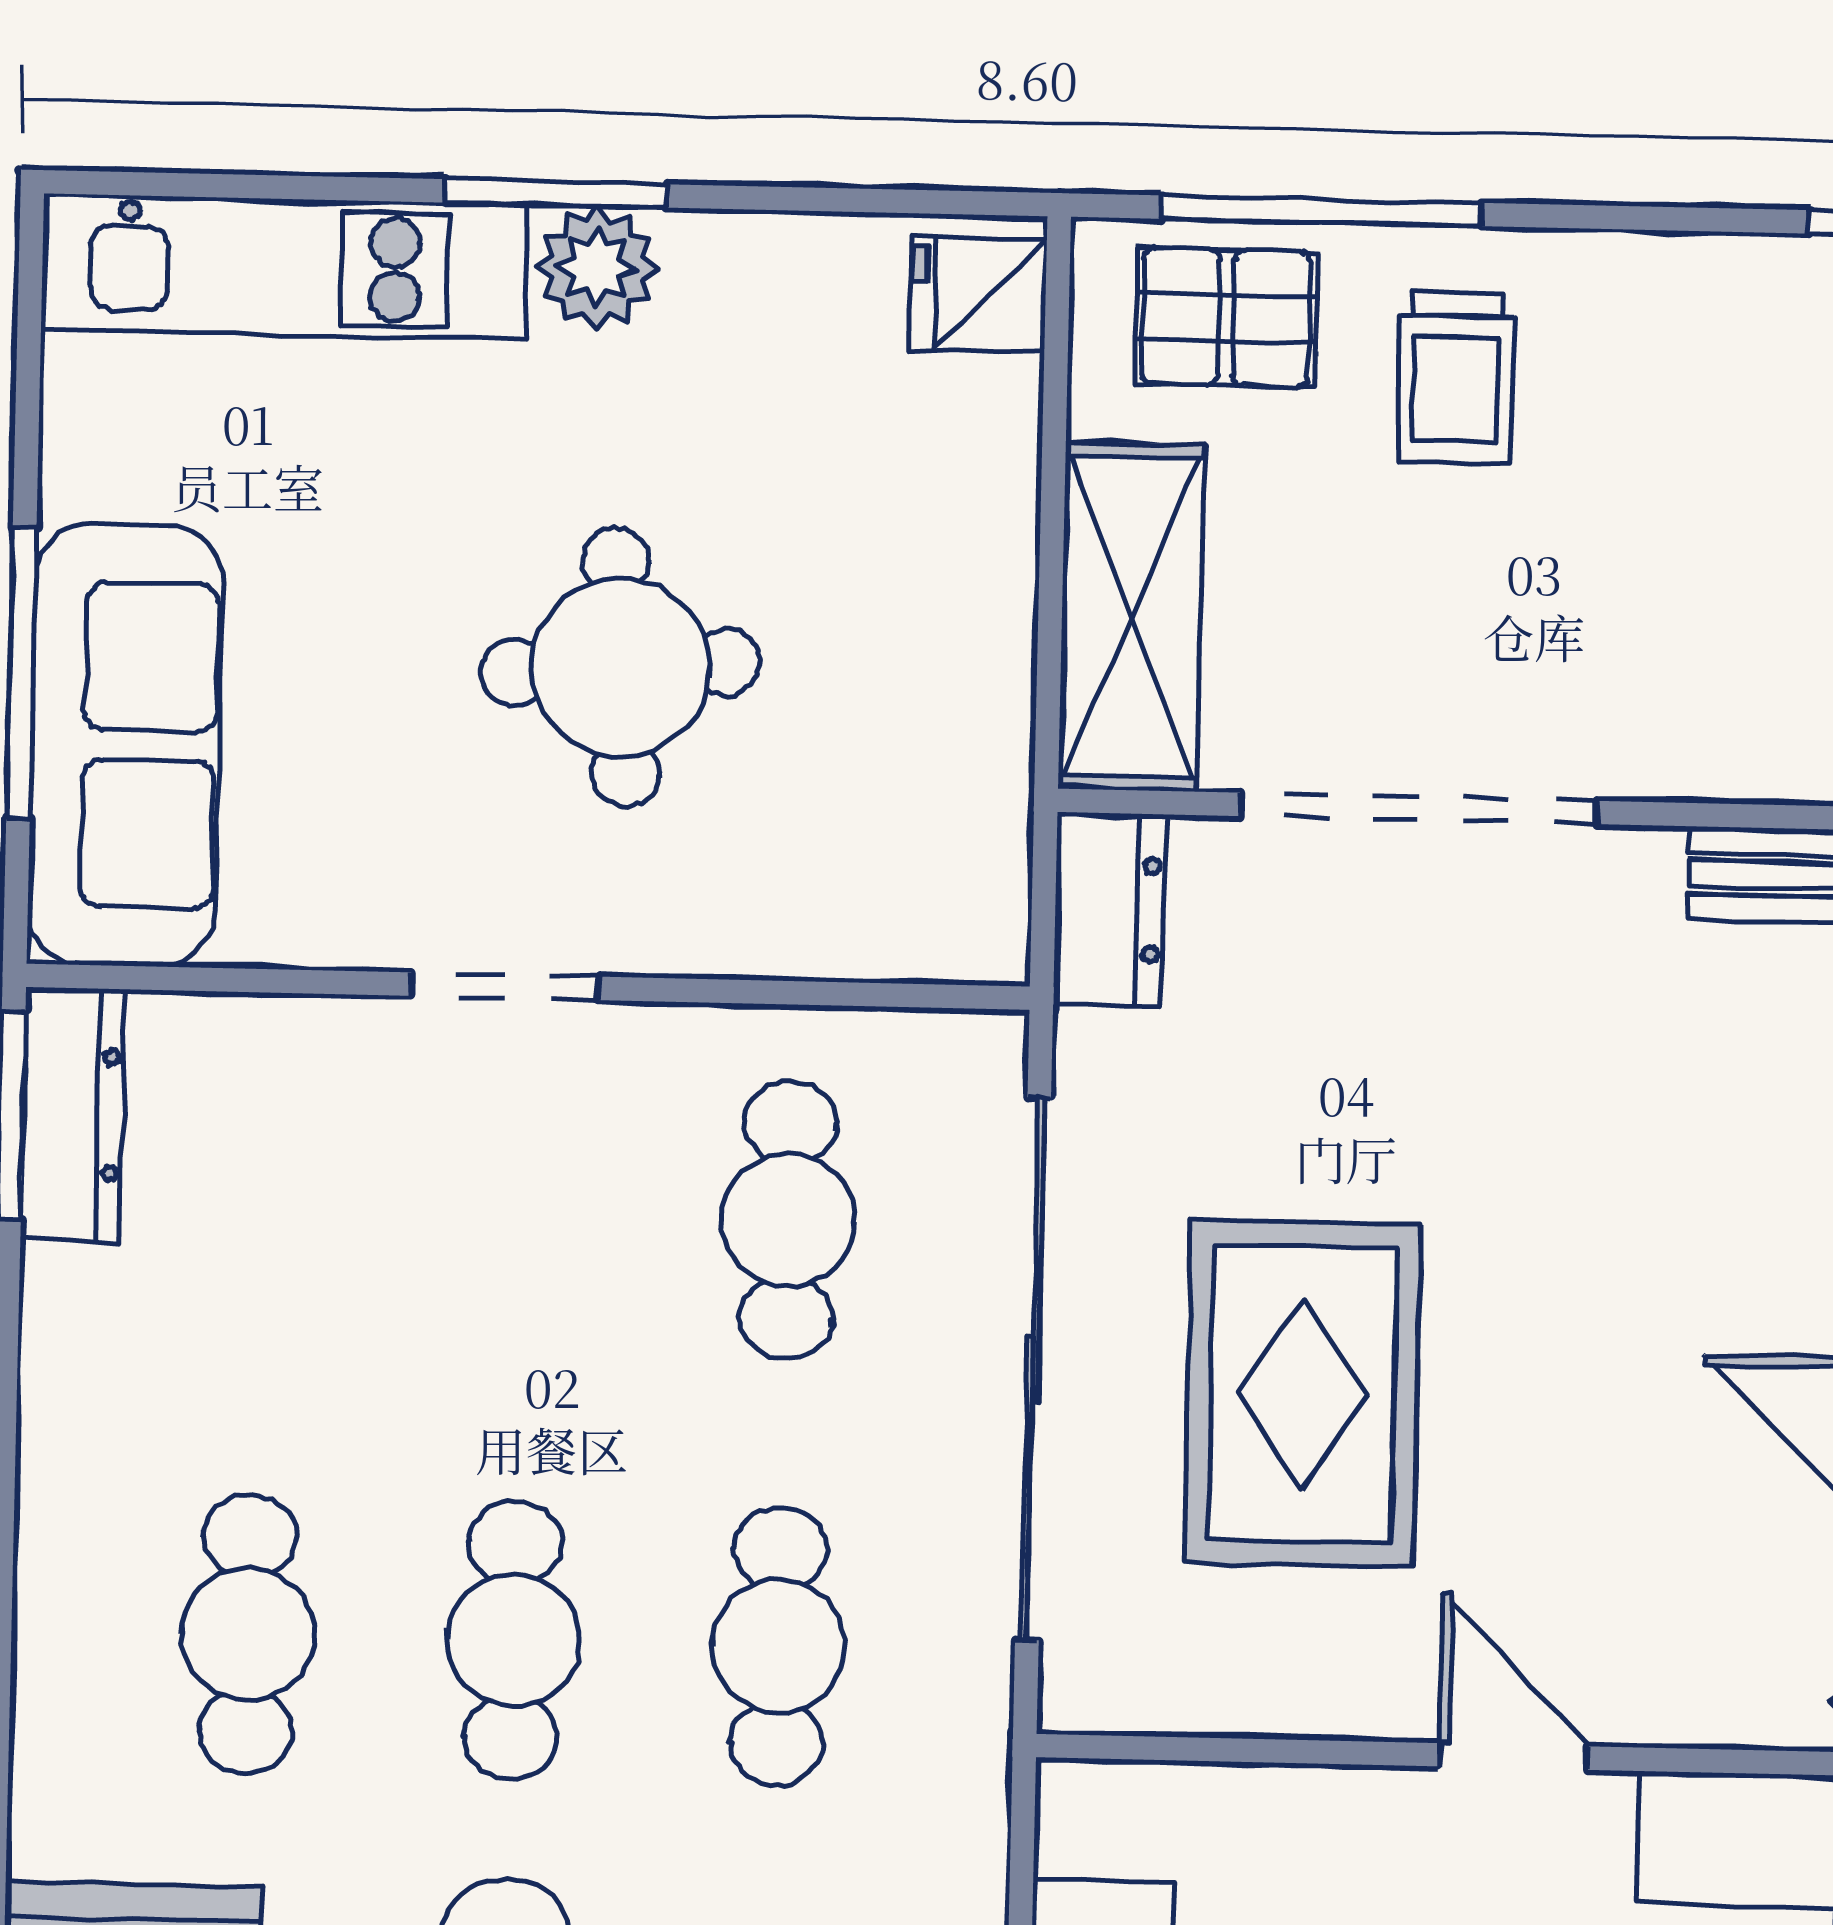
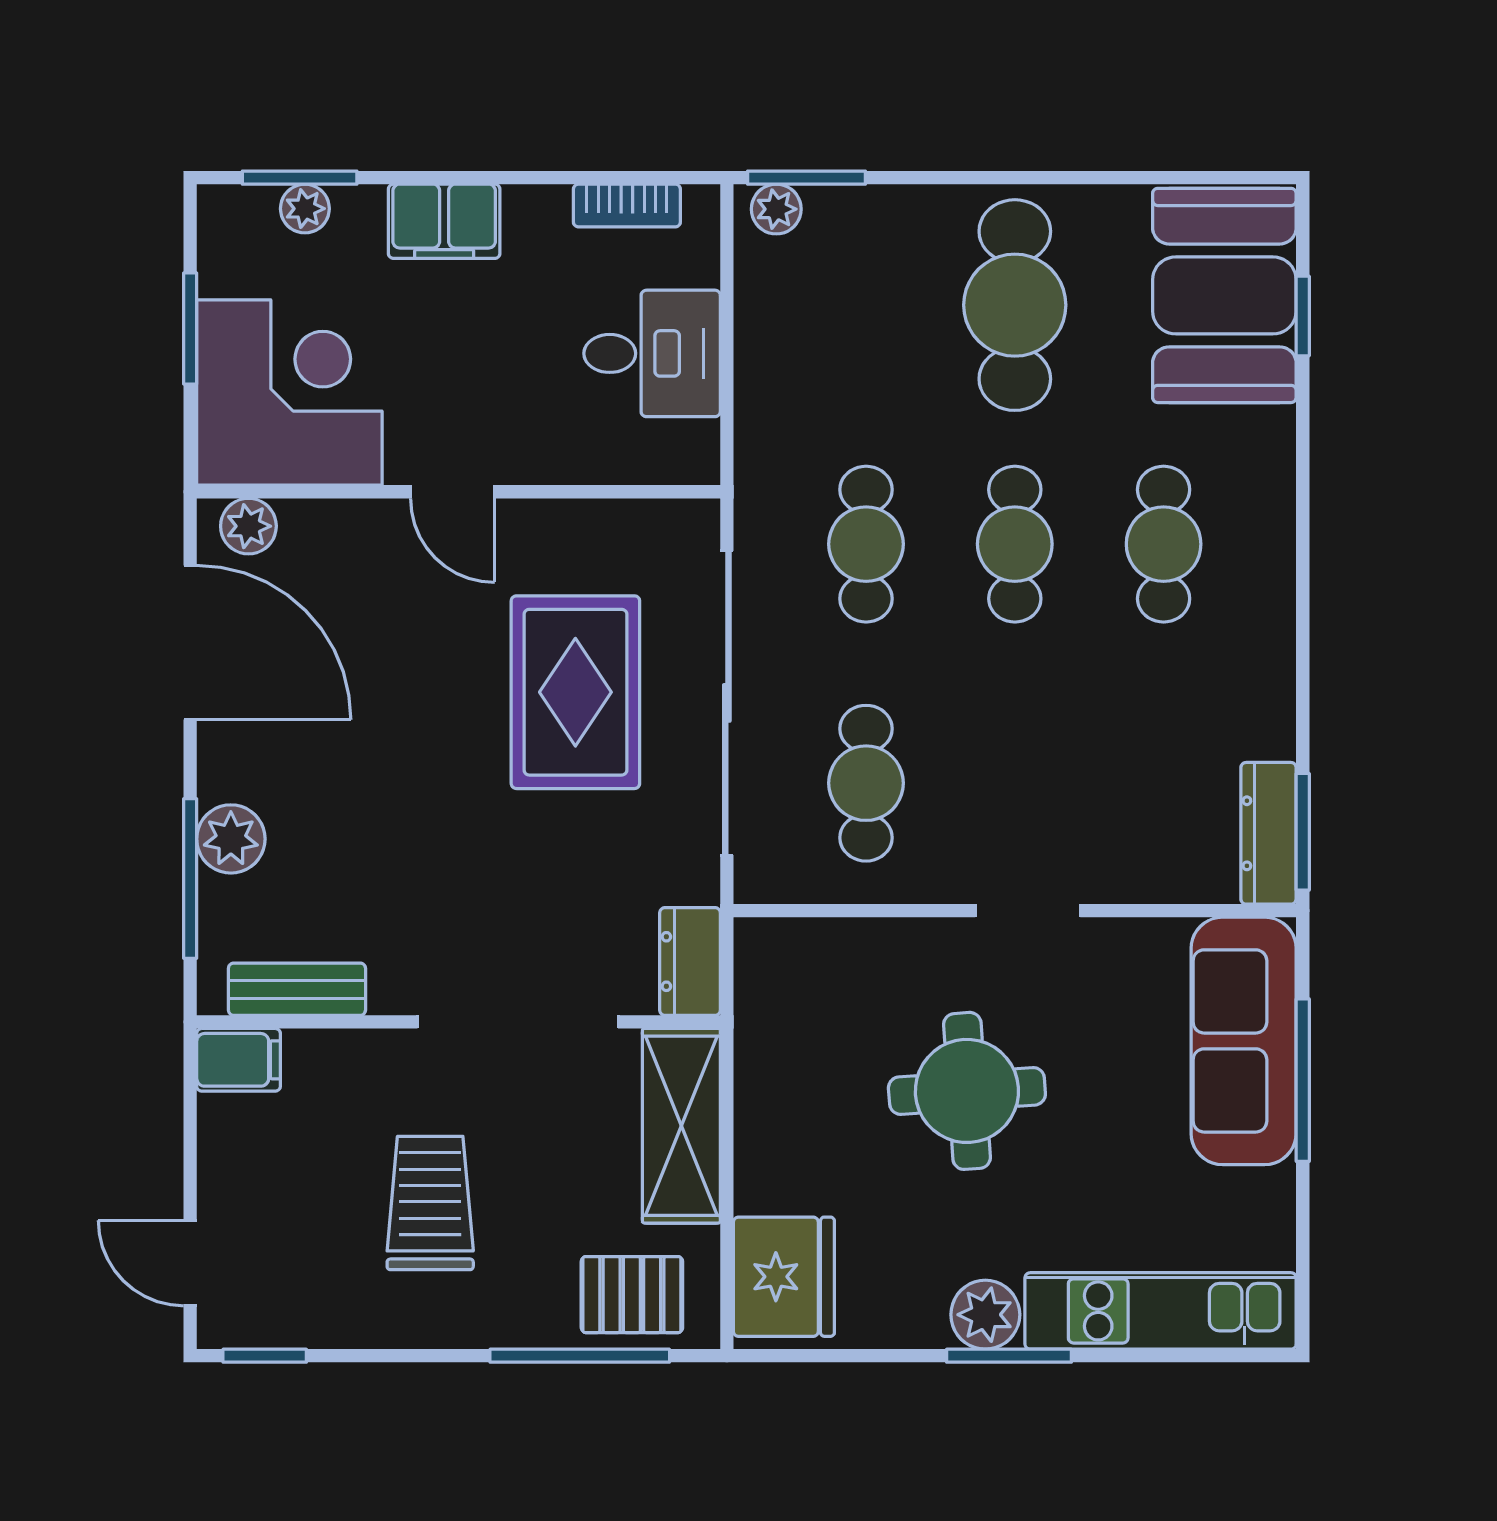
fridge: (978, 294) -> (784, 1277), width x1.88, depth x1.34
trolley: (1456, 377) -> (430, 1203), moved, width x1.36, depth x1.39

